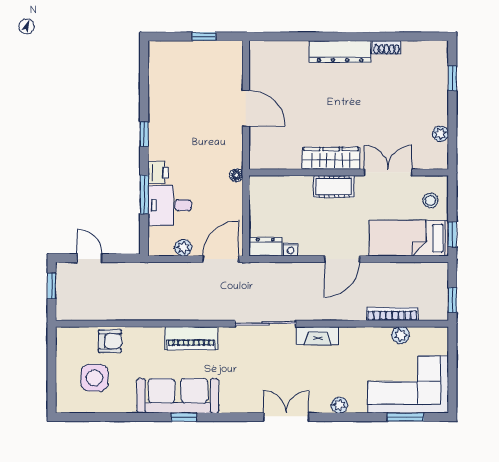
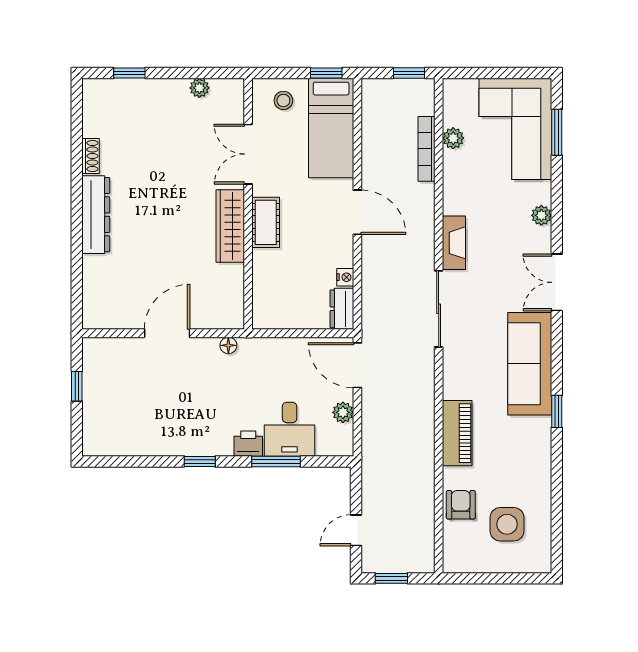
floor lamp: (236, 175) -> (228, 345), moved
piano: (191, 338) -> (457, 433), moved
sofa: (178, 396) -> (530, 364), moved

